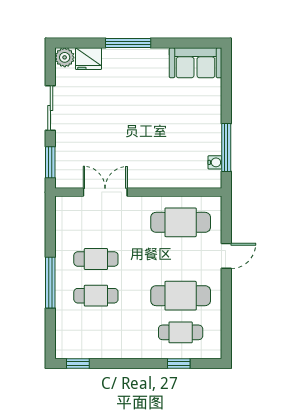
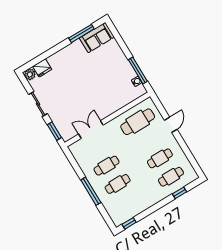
window: (128, 43) -> (81, 33), moved
cafe table: (181, 296) -> (160, 158), width x0.73, depth x0.74

